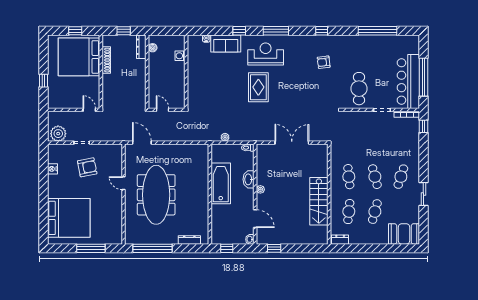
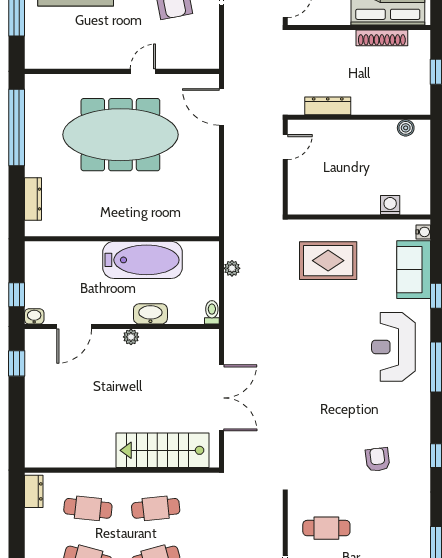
dresser: (141, 47) -> (328, 106), moved
reception desk: (266, 54) -> (393, 347), turned 180
washing machine: (180, 56) -> (390, 205), moved
wall: (186, 72) -> (359, 217), moved
rug: (258, 87) -> (328, 261), moved
cafe table: (359, 89) -> (326, 528), width x0.73, depth x0.74
door: (142, 143) -> (222, 107), swing flipped
stairs: (319, 201) -> (162, 450), moved
window: (227, 248) -> (17, 295), moved

